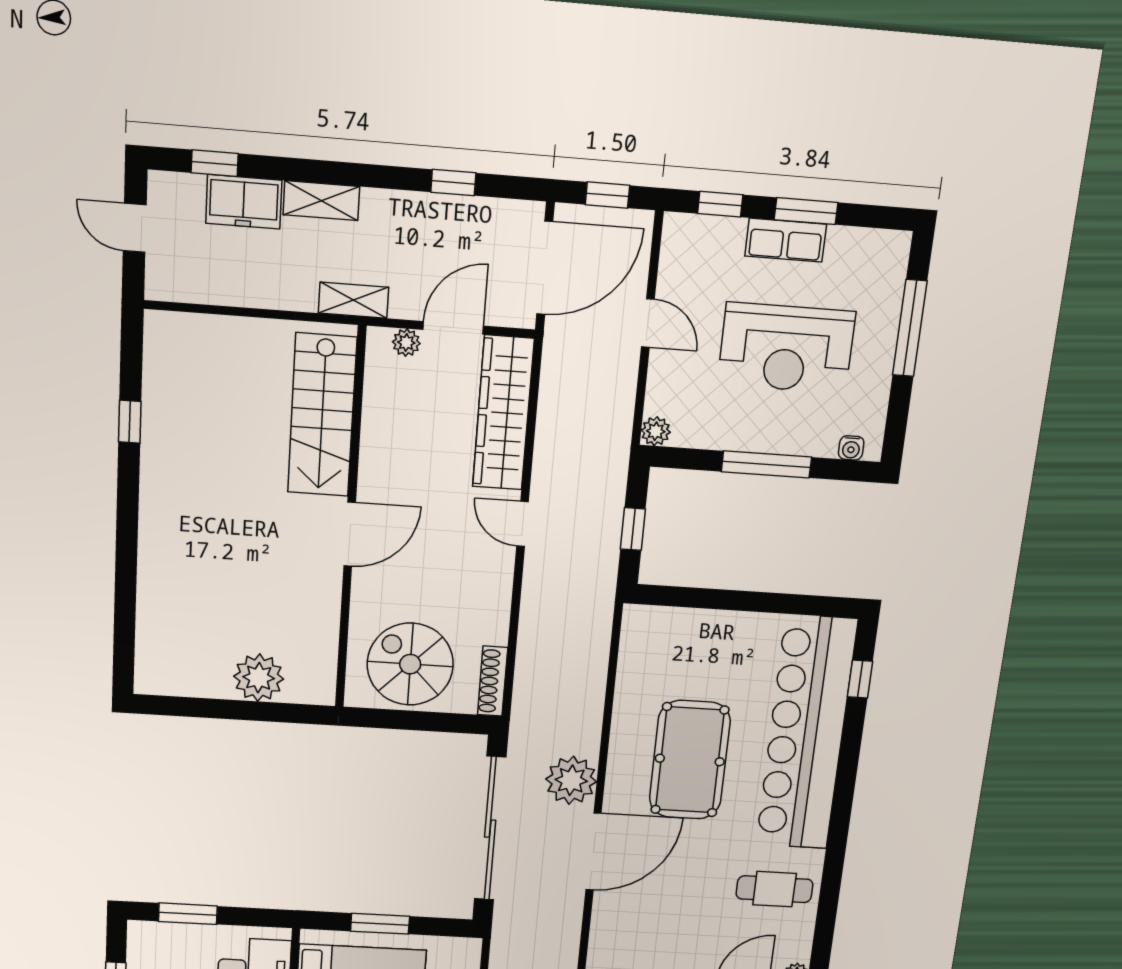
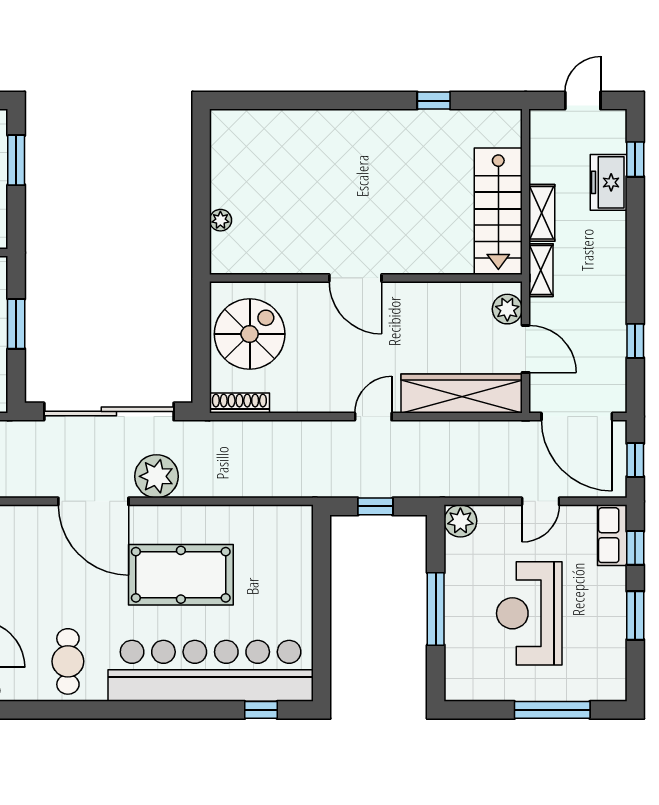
shelving: (321, 201) -> (542, 213), moved
row of seats: (786, 240) -> (612, 535), moved
plant: (406, 343) -> (507, 309), width x1.38, depth x1.38
stairs: (322, 415) -> (498, 211), moved, turned -90
plant: (656, 431) -> (460, 521), width x1.38, depth x1.38
water cooler: (851, 448) -> (454, 676), removed
plant: (259, 678) -> (220, 220), width x0.53, depth x0.53

